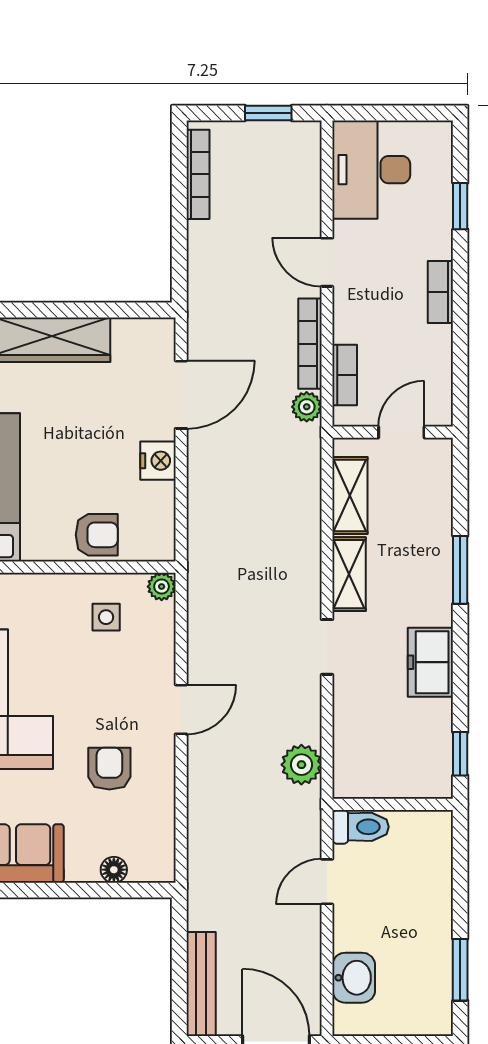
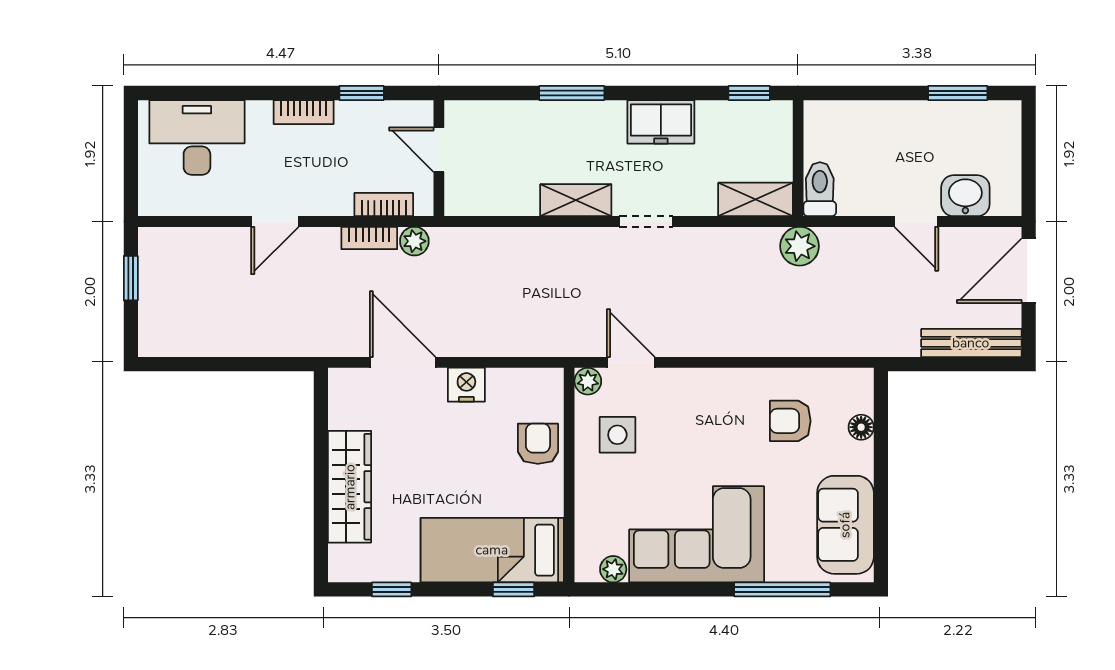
desk: (371, 170) -> (197, 137), moved, turned 180
bookcase: (198, 174) -> (190, 346), removed
window: (460, 206) -> (362, 93), moved
bookcase: (310, 344) -> (369, 238), width x0.64
shelving: (350, 496) -> (755, 199), moved
side table: (106, 617) -> (617, 435), width x1.37, depth x1.37
door: (181, 709) -> (631, 362), moved
plant: (301, 765) -> (800, 246), moved
armchair: (109, 769) -> (790, 421), moved
door: (327, 882) -> (916, 221), moved

